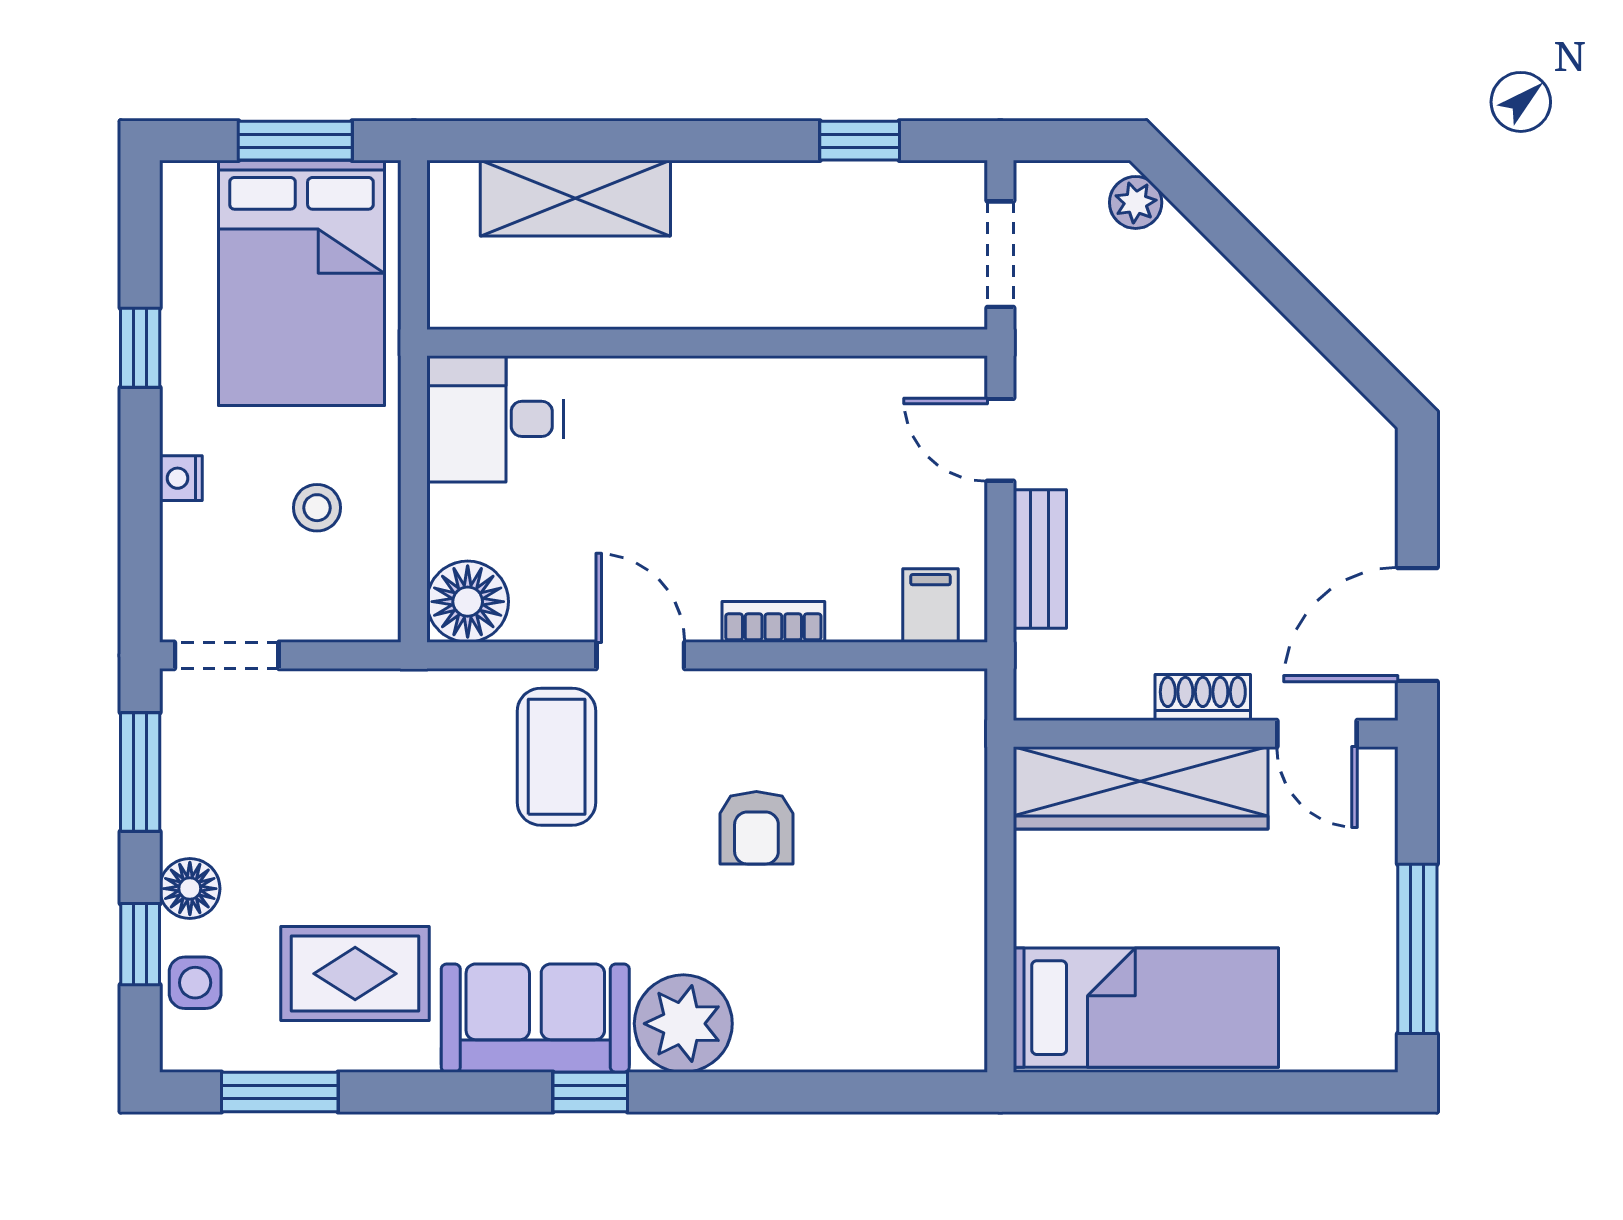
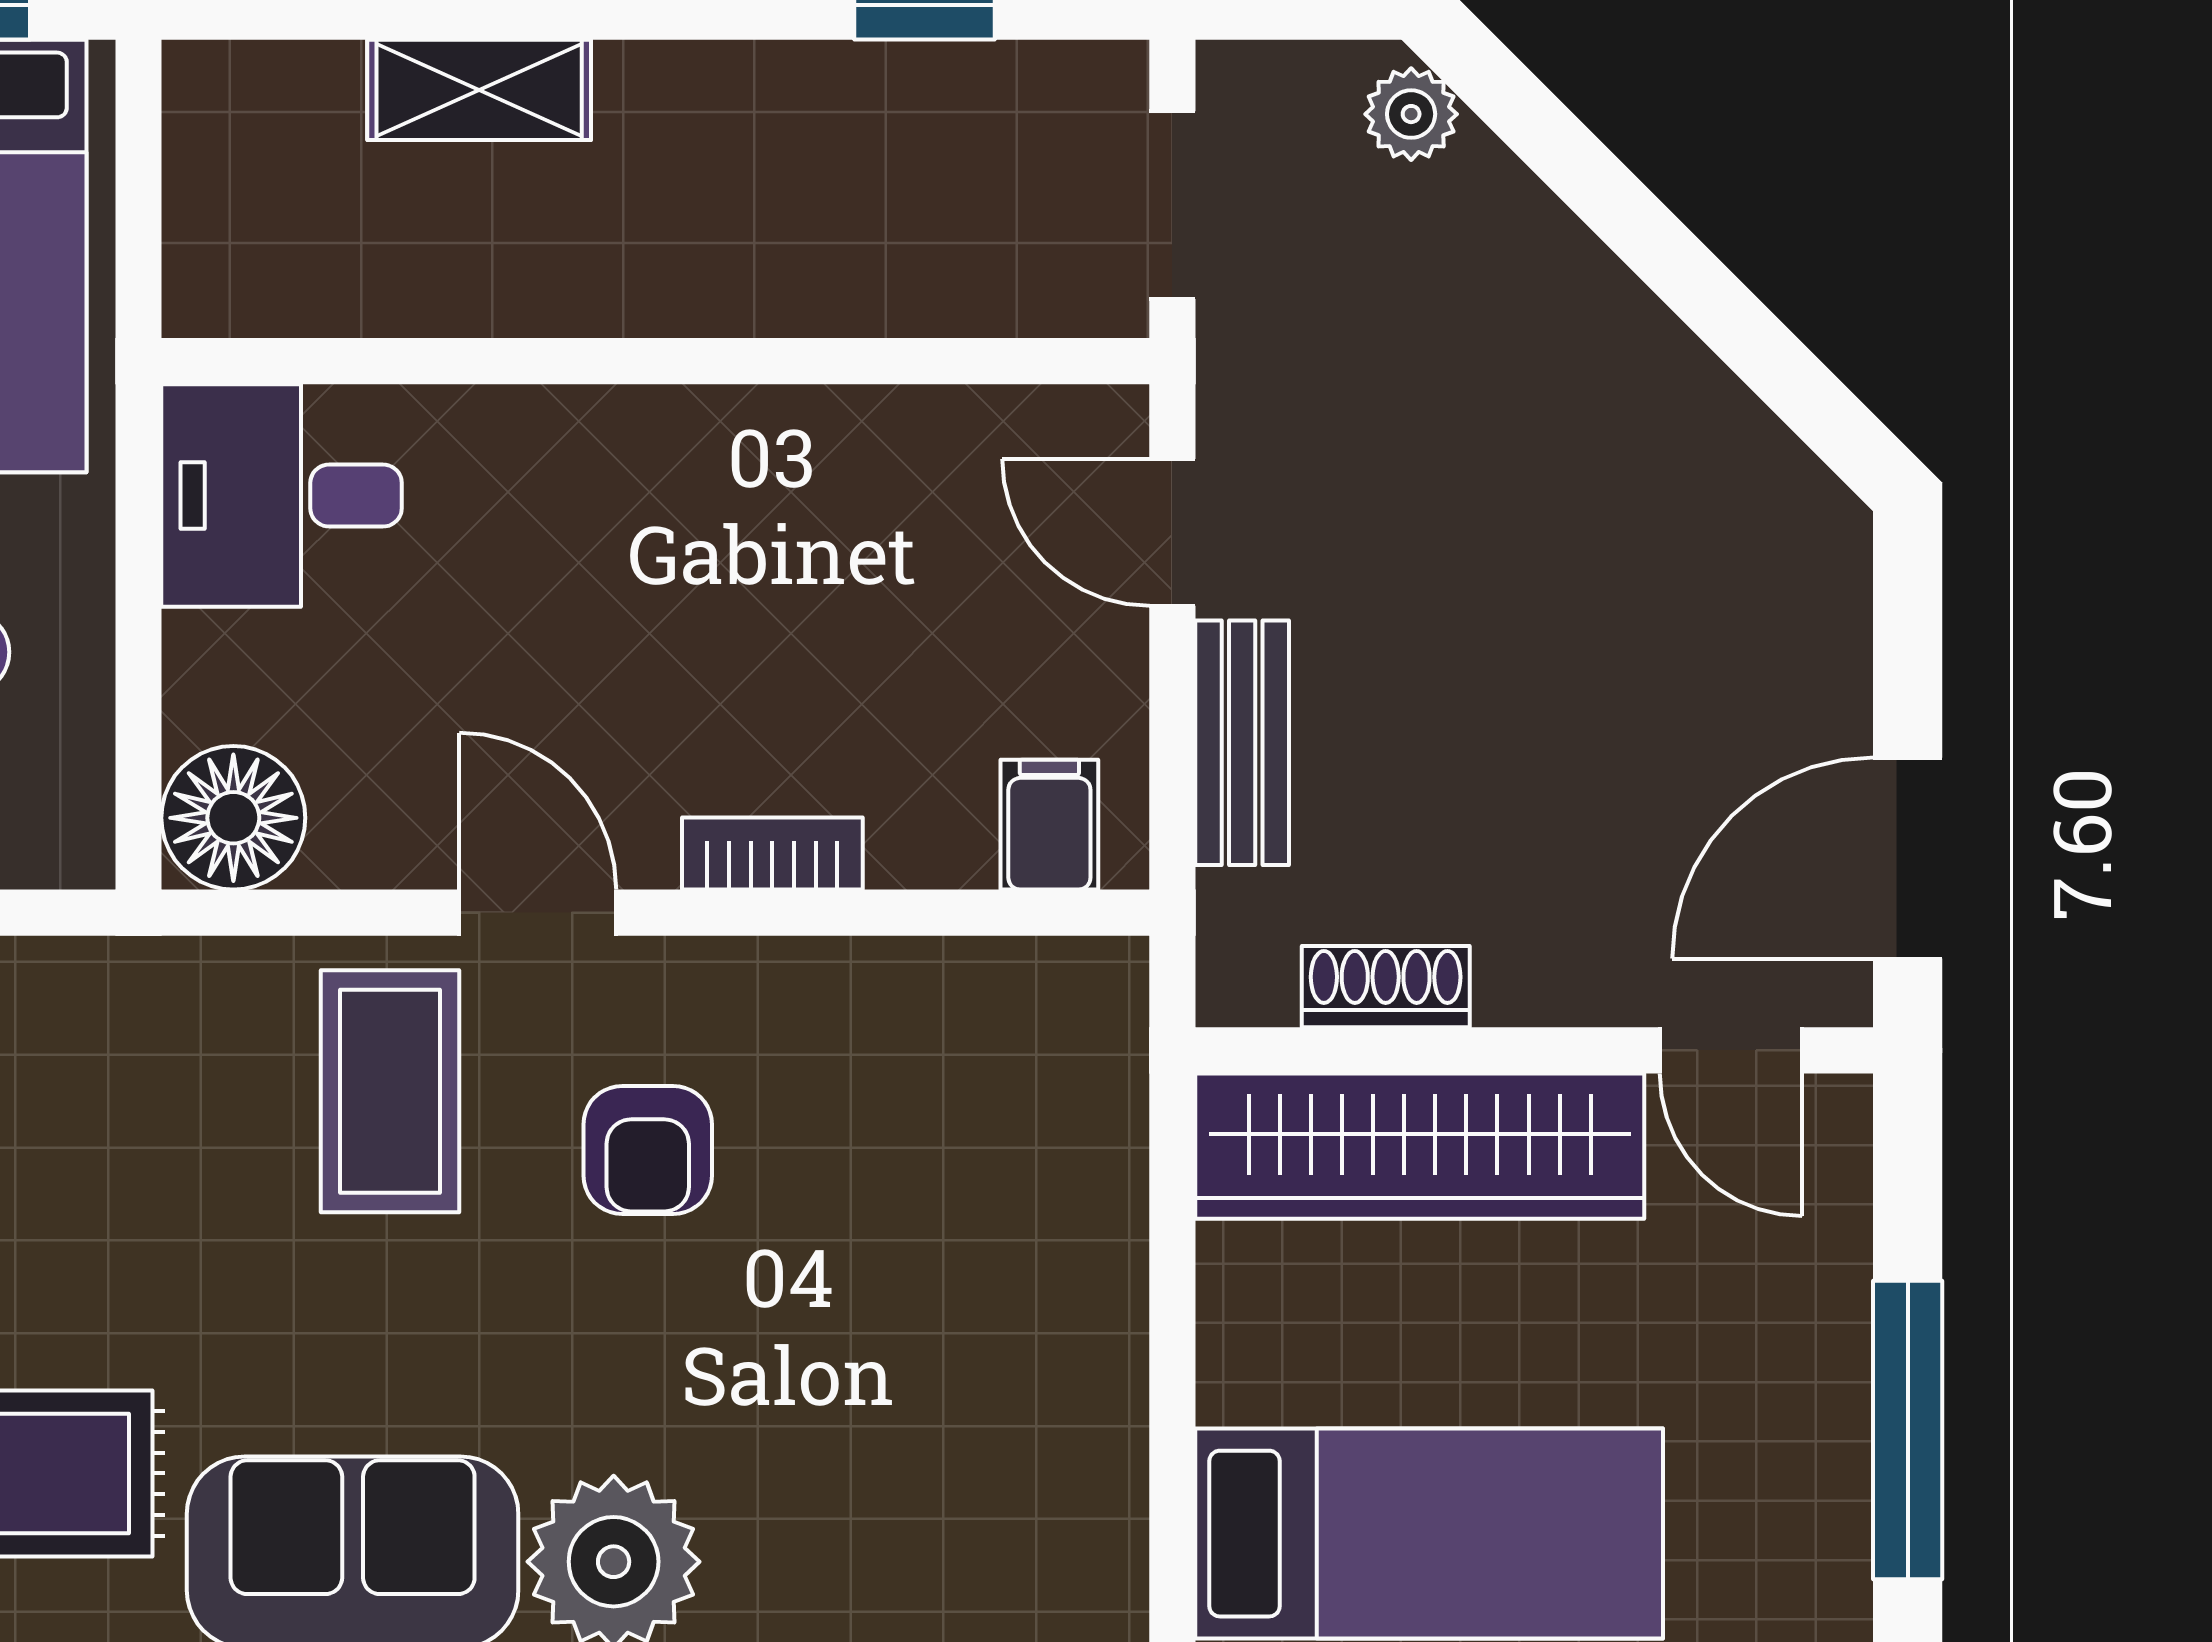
shelving: (575, 198) -> (479, 90), width x0.67, depth x0.75
shoe rack: (1203, 697) -> (1386, 987), moved
armchair: (756, 828) -> (648, 1150), moved

